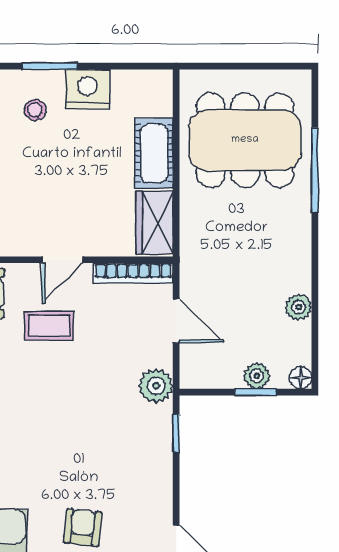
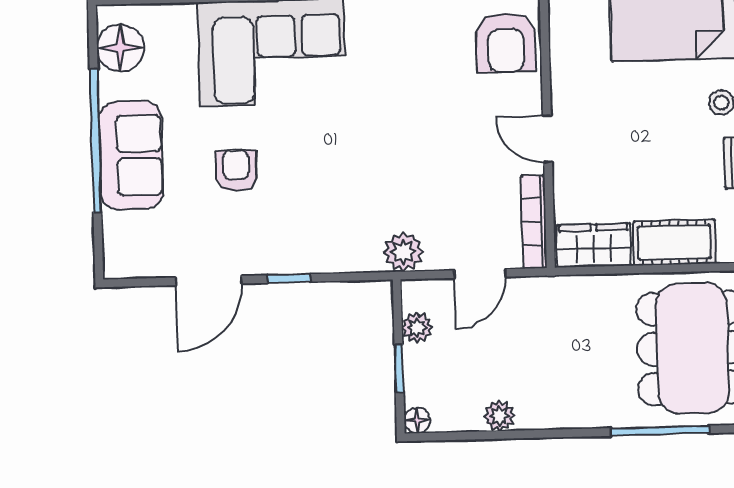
coffee table: (49, 326) -> (470, 125), removed
plant: (257, 376) -> (417, 328), moved
window: (176, 433) -> (289, 278), moved
armchair: (83, 527) -> (236, 171), turned -96

